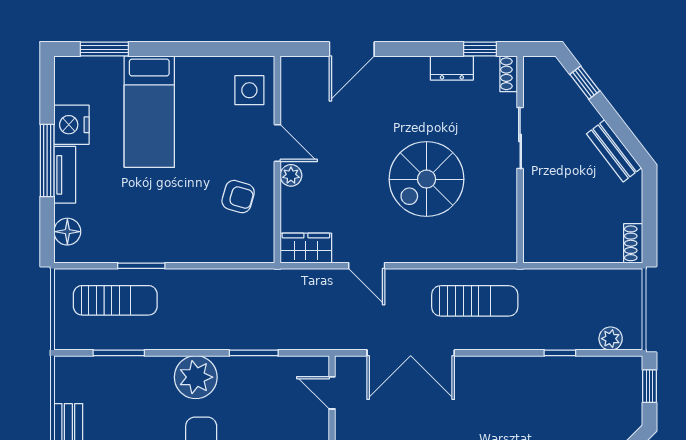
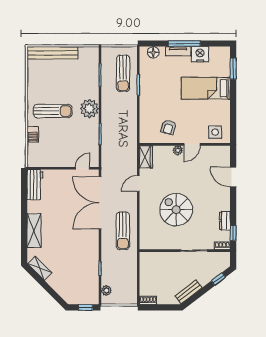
double door: (411, 353) -> (100, 203), width x1.36

